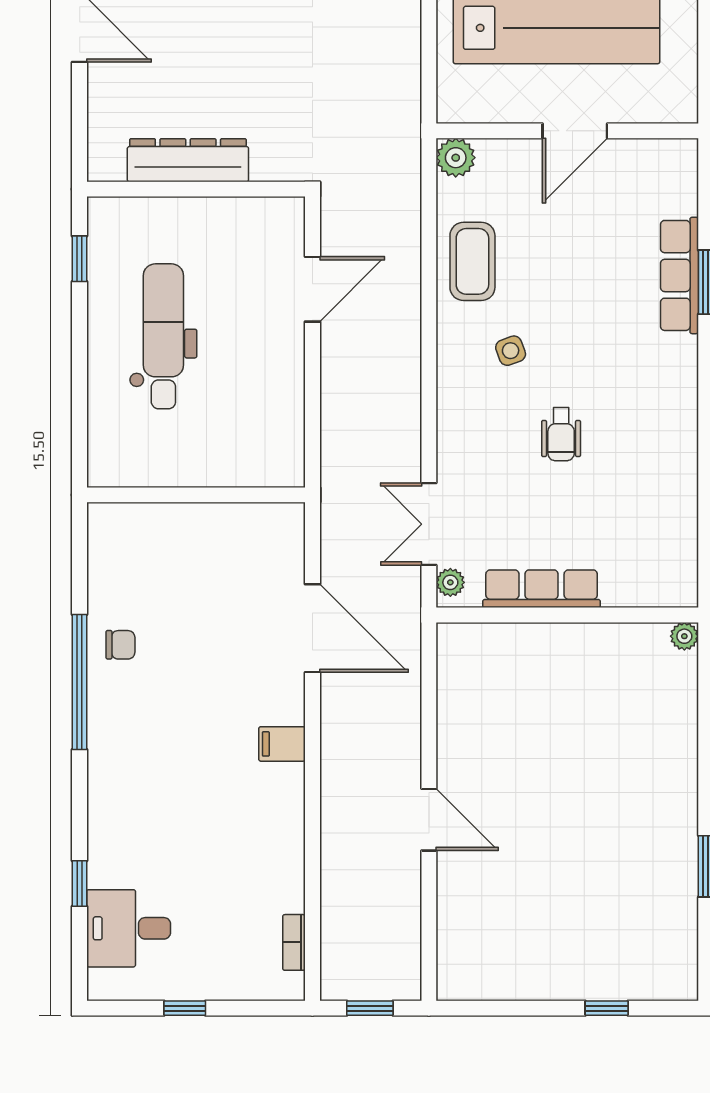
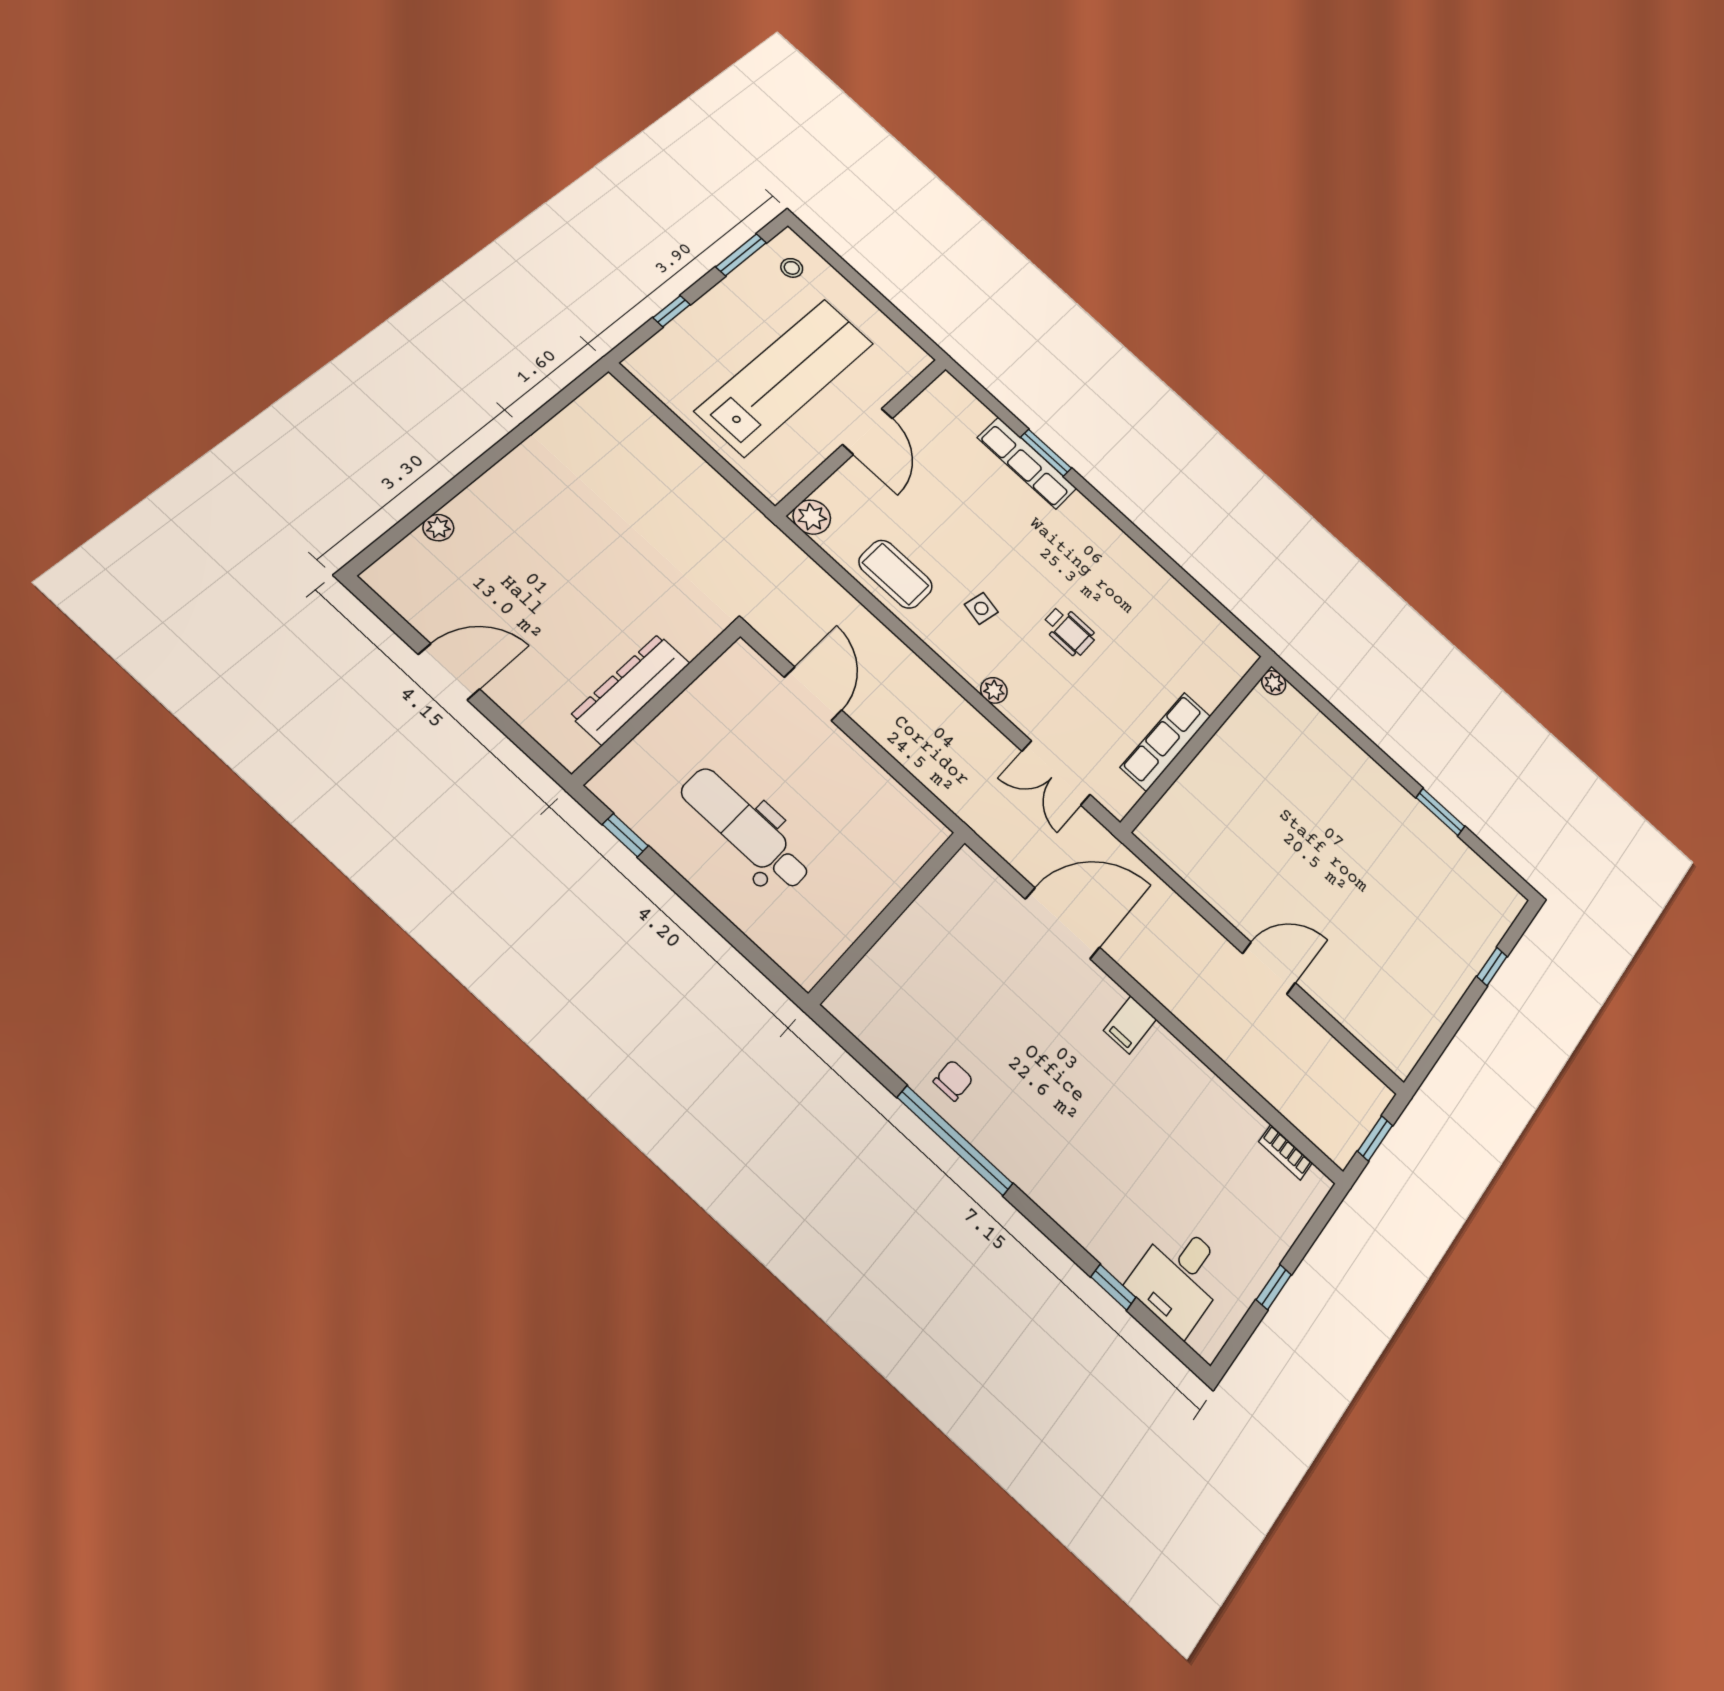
side table: (511, 351) -> (981, 608), turned 32
plant: (450, 582) -> (994, 690), moved

